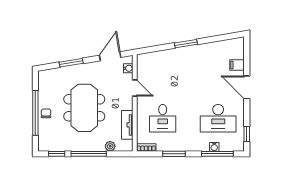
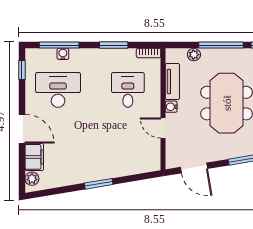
plant: (239, 48) -> (32, 179), added
door: (110, 56) -> (194, 168), hinge flipped
filing cabinet: (237, 65) -> (34, 157), width x2.00
water cooler: (128, 68) -> (171, 107), moved

